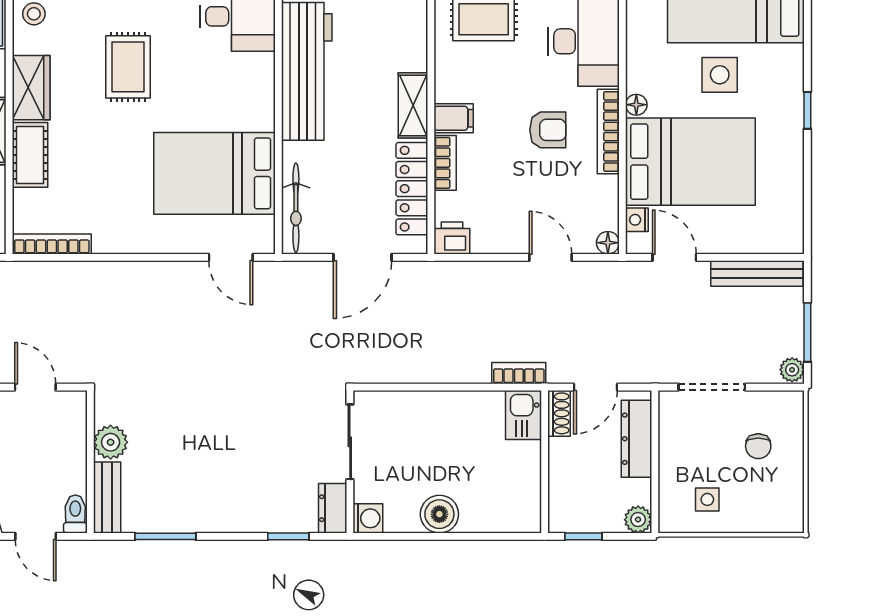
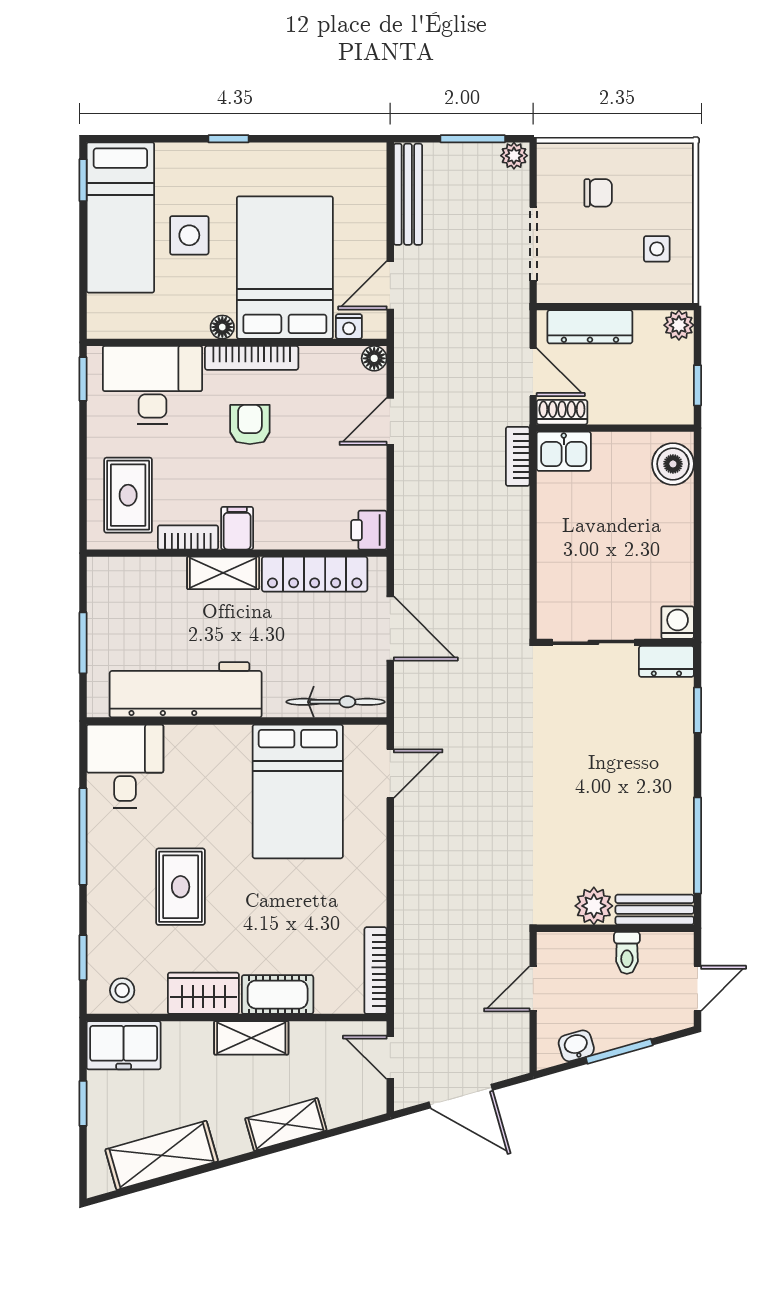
rug: (128, 67) -> (181, 887), turned 90
bookcase: (445, 163) -> (188, 537), moved
toilet: (75, 514) -> (627, 953), moved, turned -90
boiler: (439, 514) -> (673, 464), moved
window: (165, 536) -> (697, 845), width x1.44

